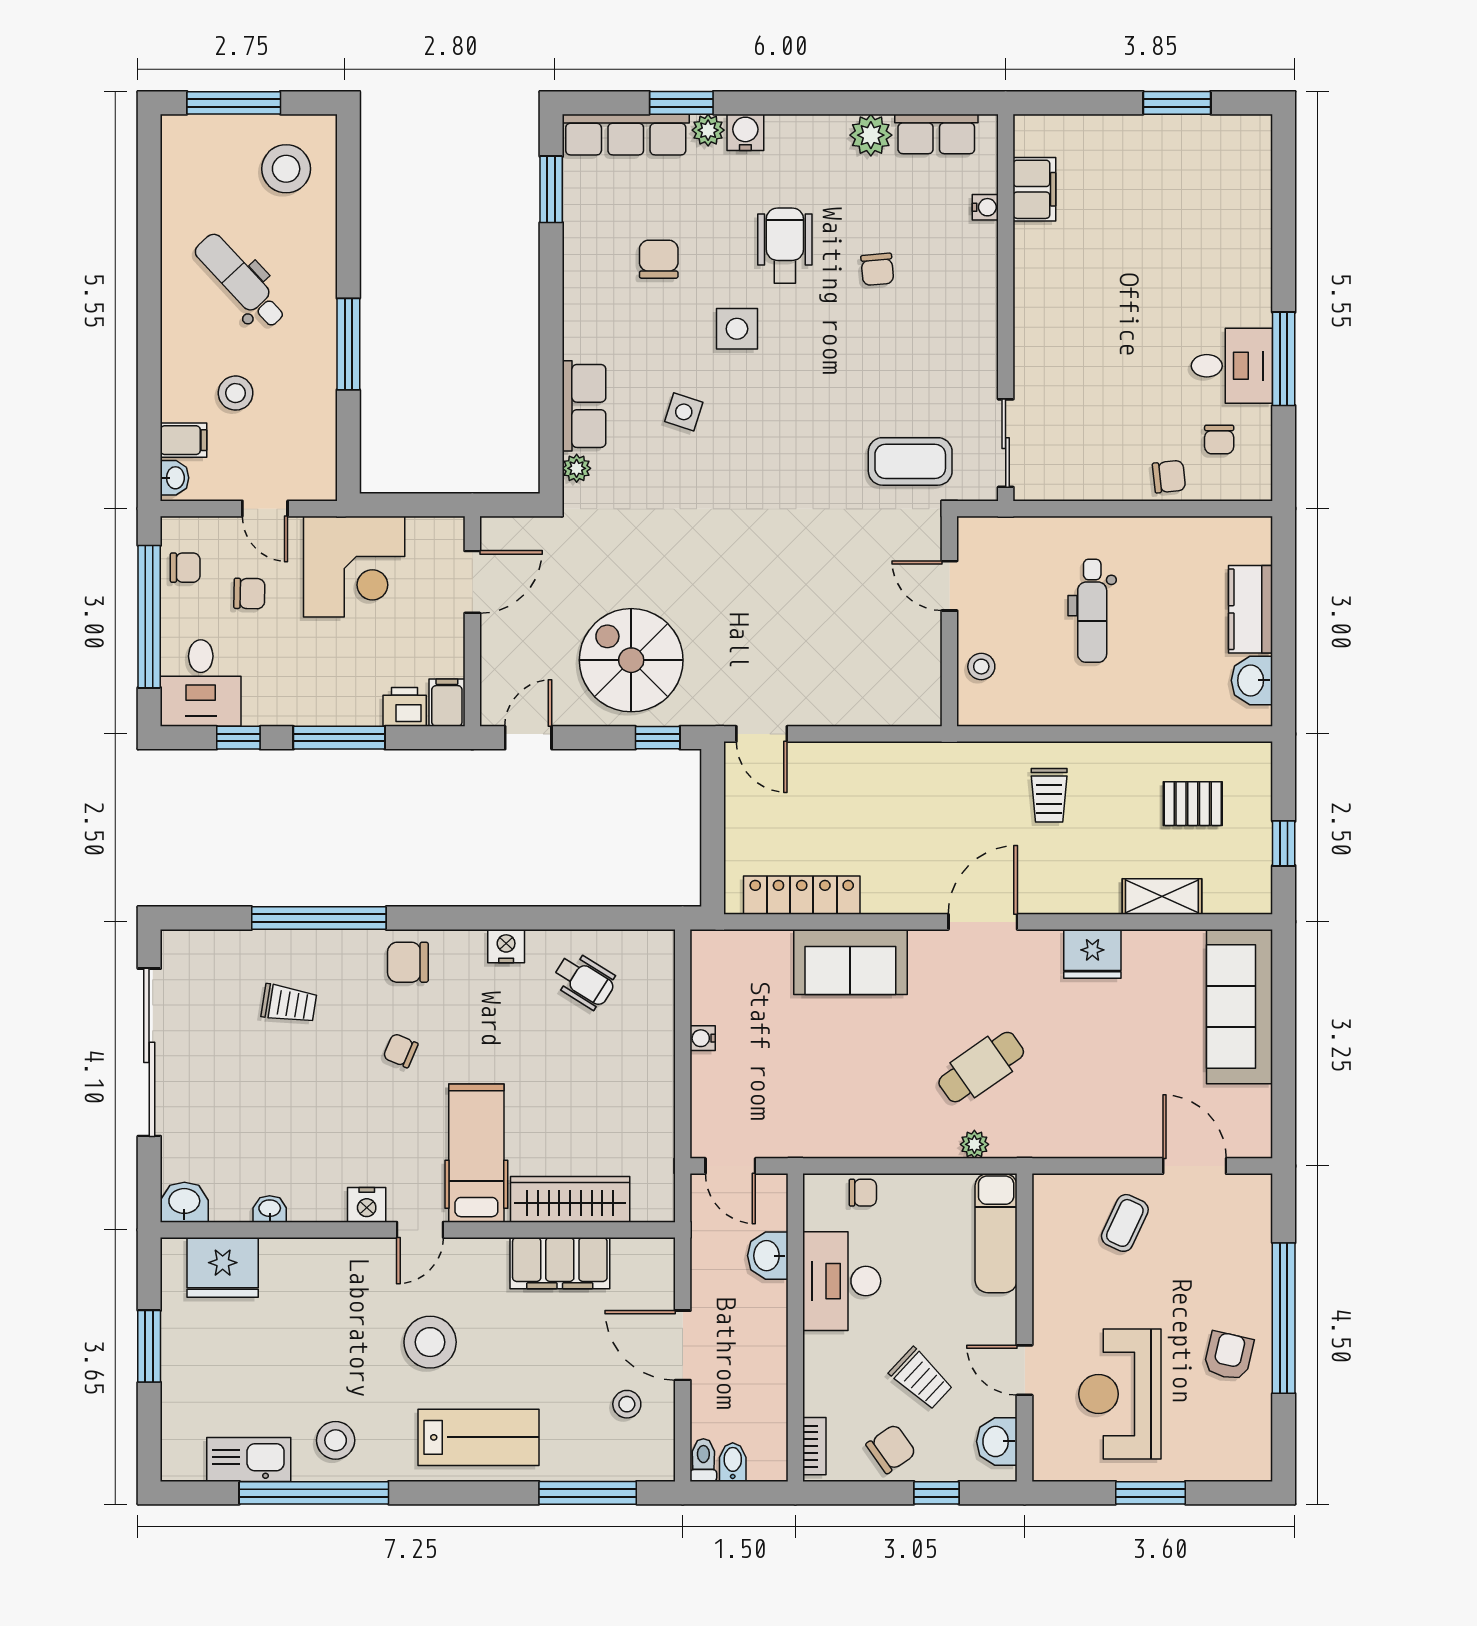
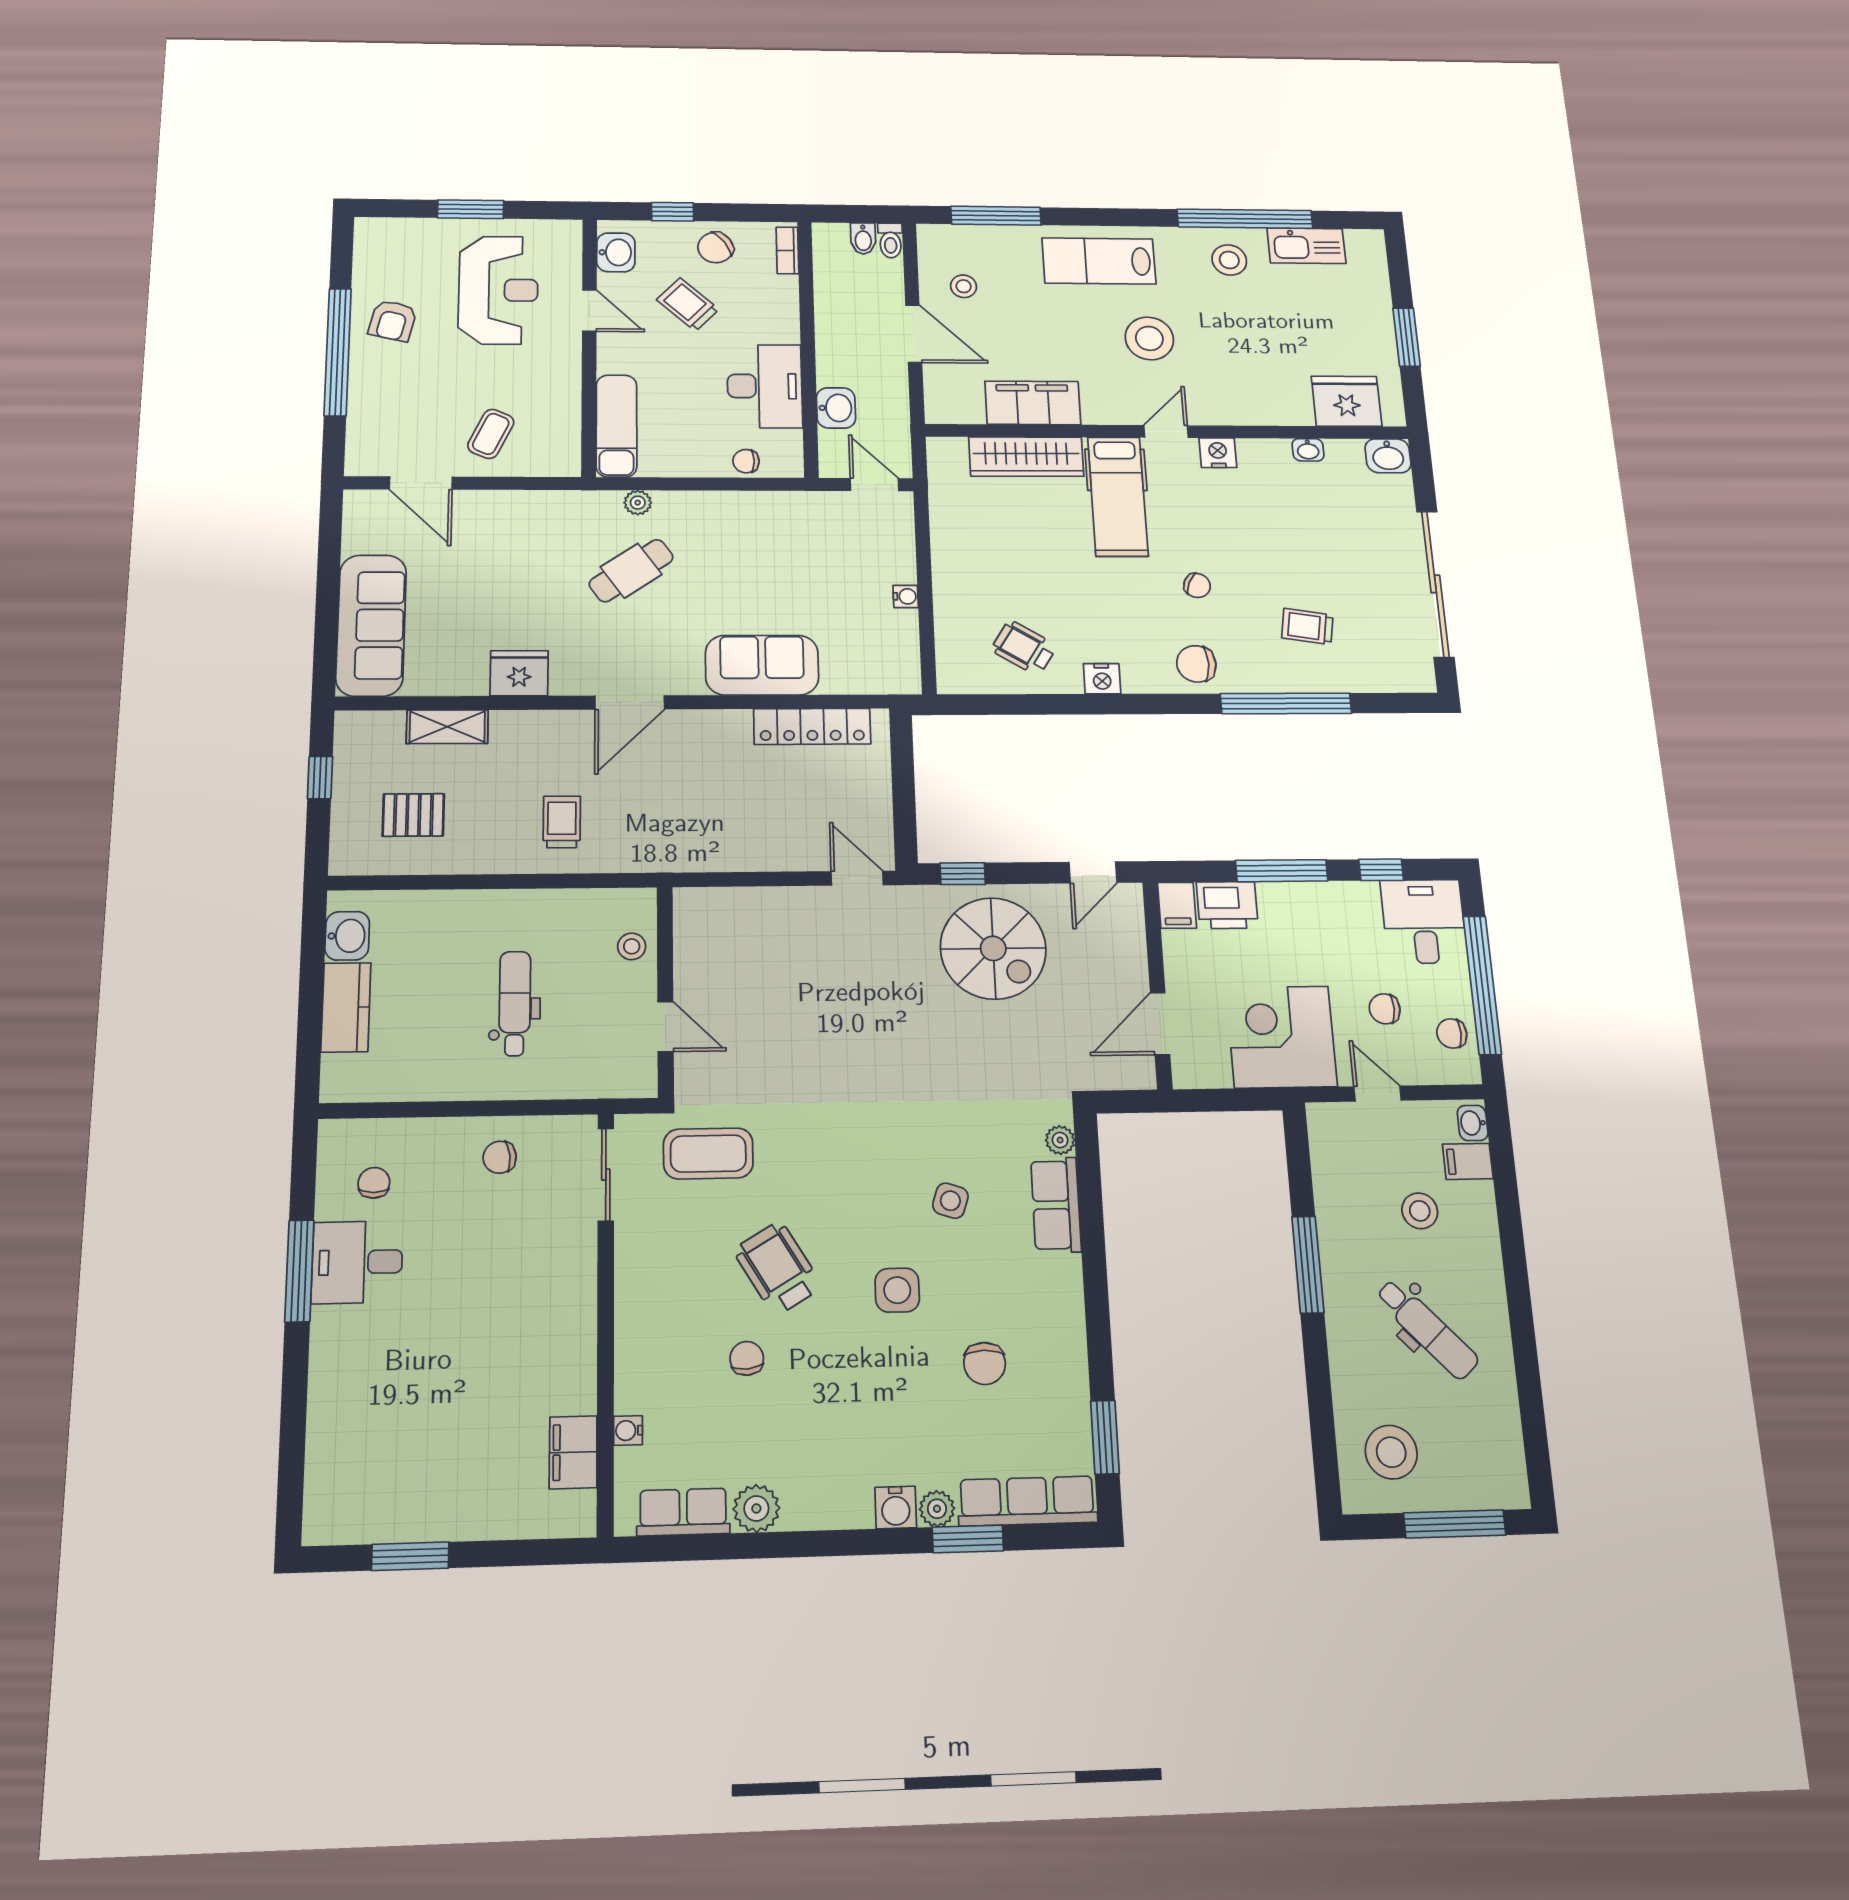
wheelchair: (785, 245) -> (778, 1268), moved, turned 149
chair: (1169, 477) -> (500, 1157), moved
printer: (405, 707) -> (1227, 905), width x1.36, depth x1.24
chair: (408, 962) -> (1196, 664), turned 180

